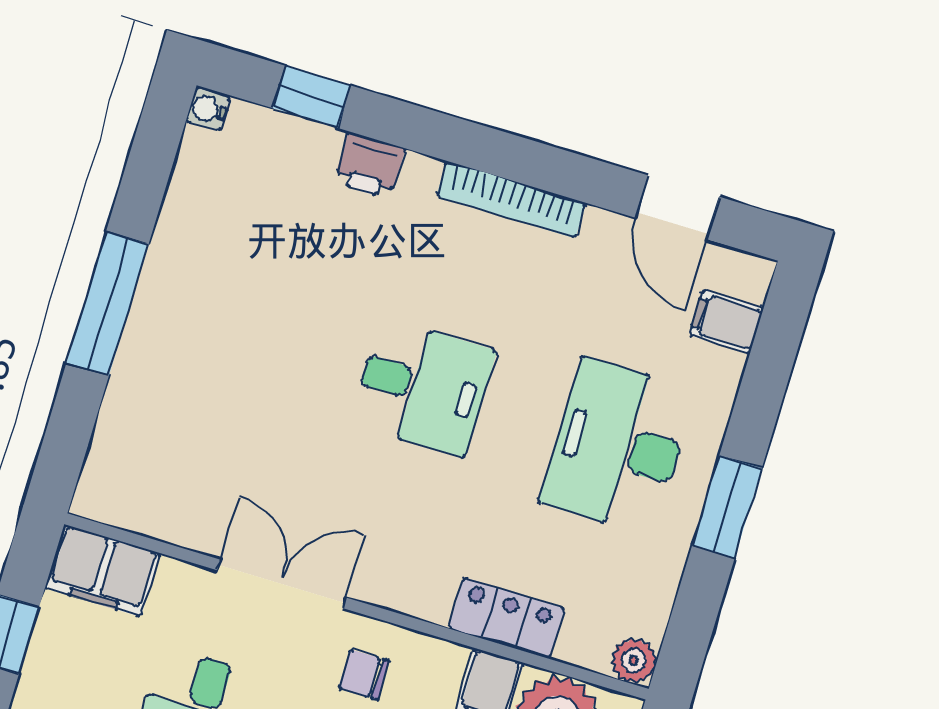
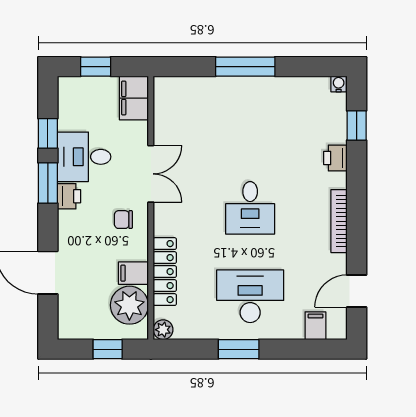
locker: (506, 618) -> (165, 272), width x1.53
chair: (364, 675) -> (123, 220), turned -90

